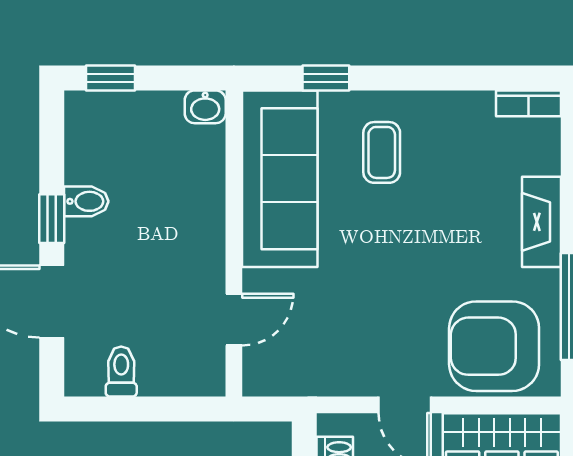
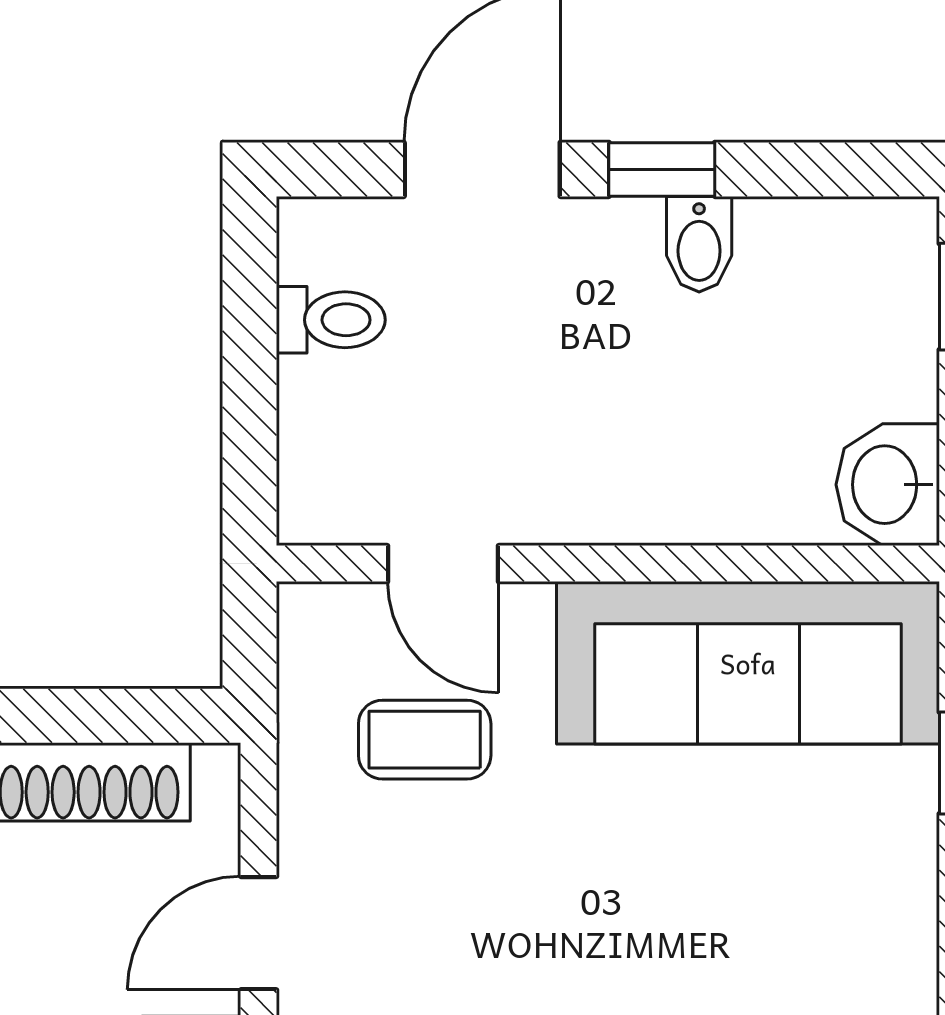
washbasin: (205, 107) -> (888, 485), width x1.38, depth x1.45
coffee table: (382, 152) -> (425, 740), moved

